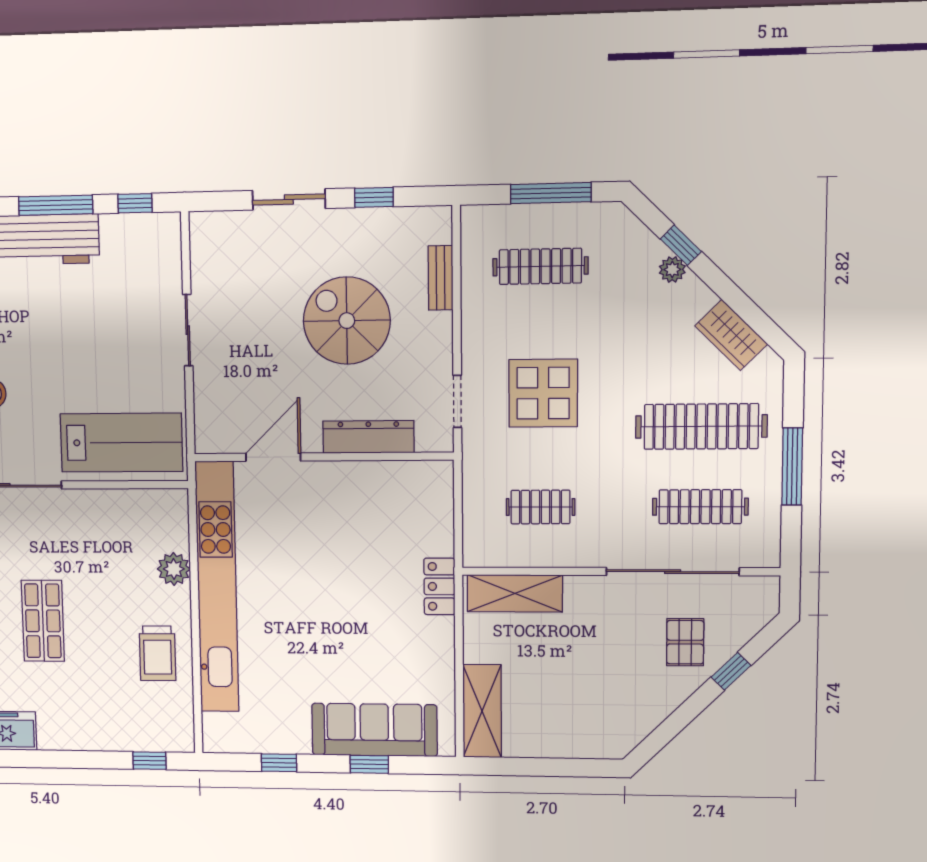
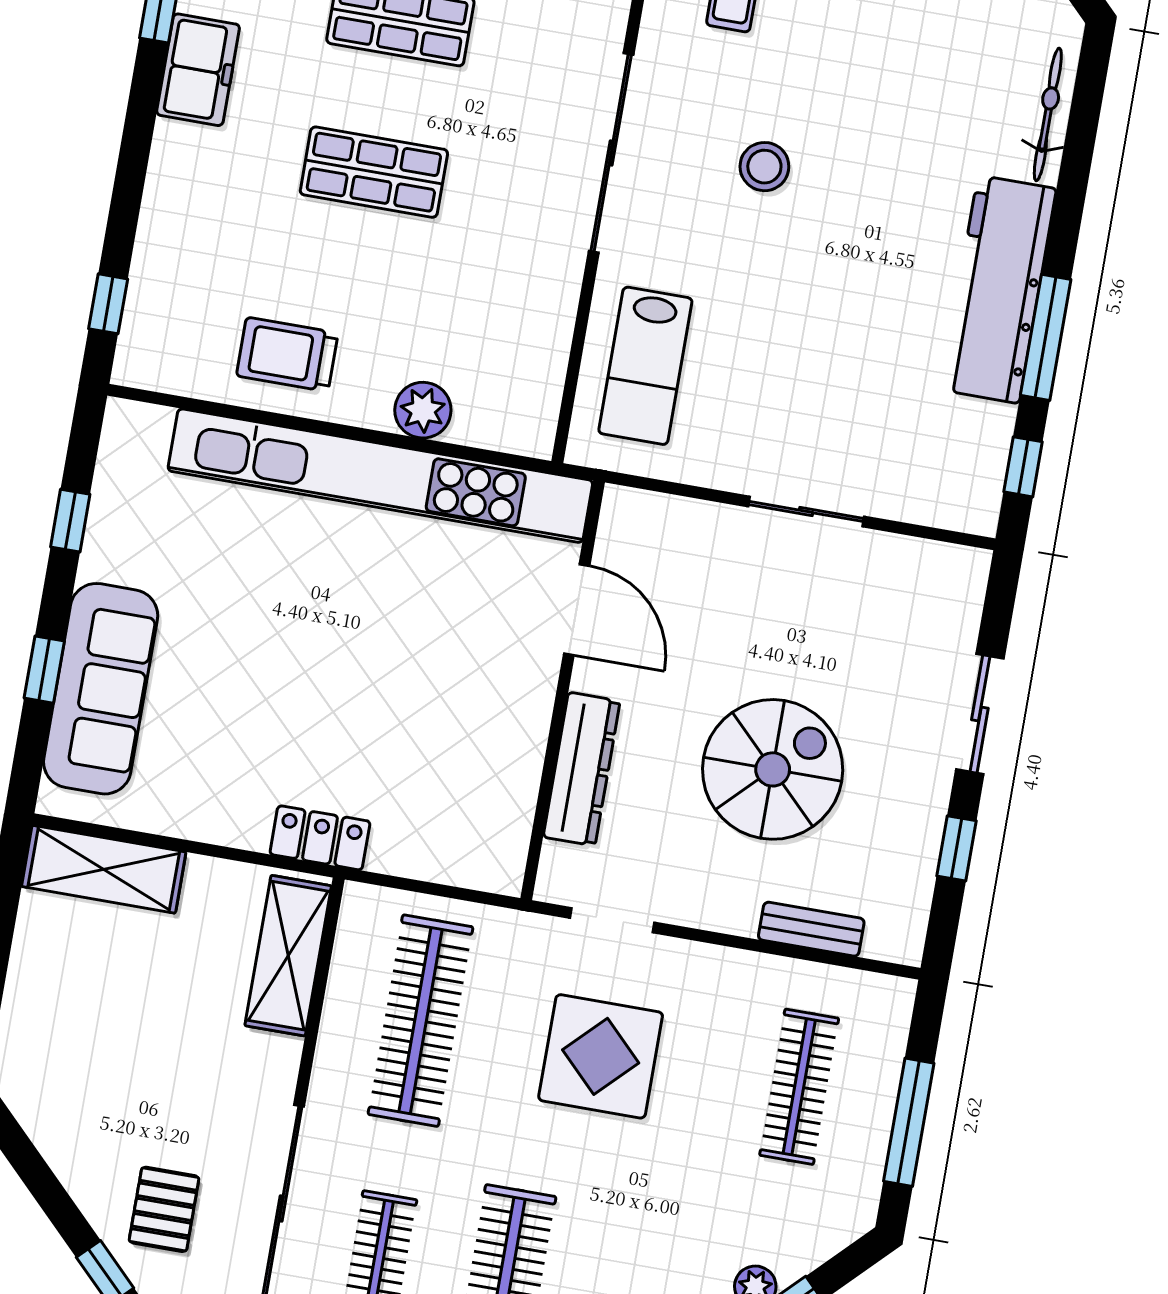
lab bench: (121, 443) -> (645, 366), width x0.73, depth x0.72
clothes rail: (540, 507) -> (421, 1021), width x1.86, depth x1.31
pallet: (685, 642) -> (164, 1209), turned 90

